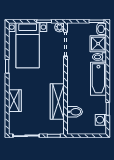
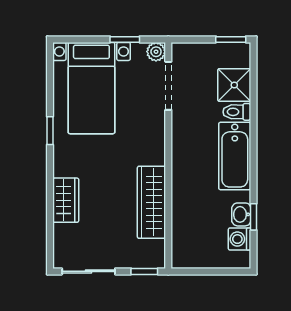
washbasin: (102, 29) -> (241, 214), moved
bidet: (75, 112) -> (187, 223), removed

